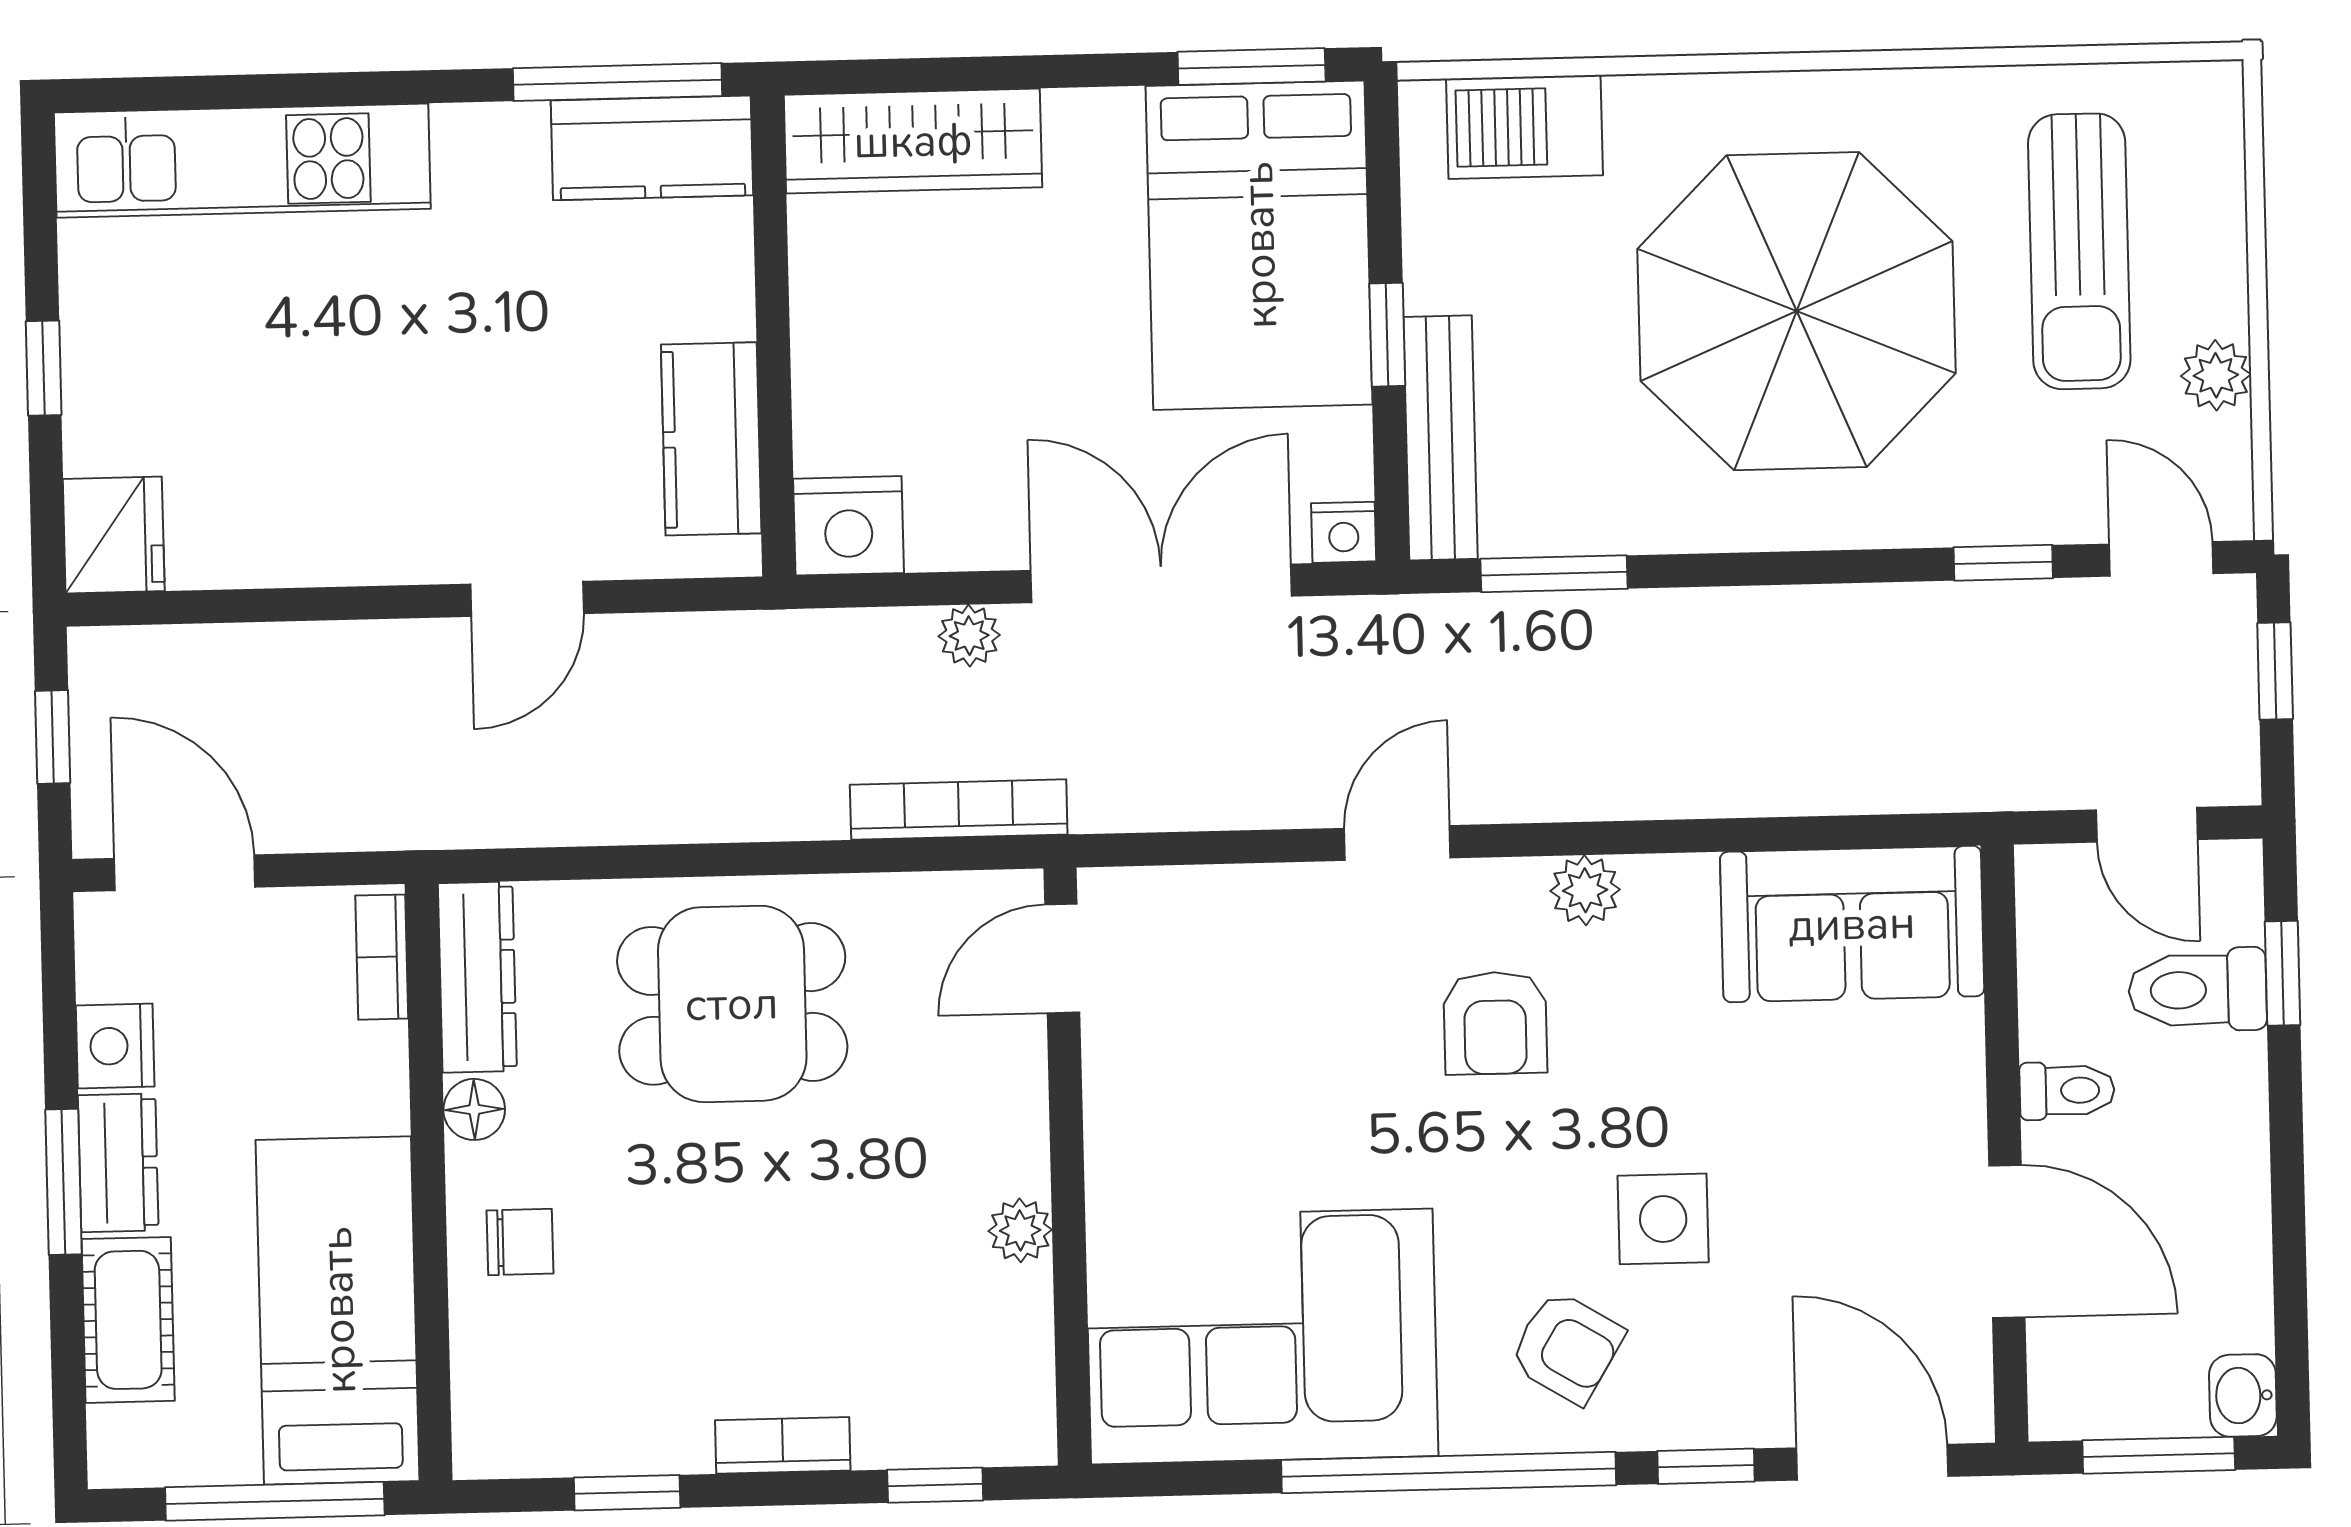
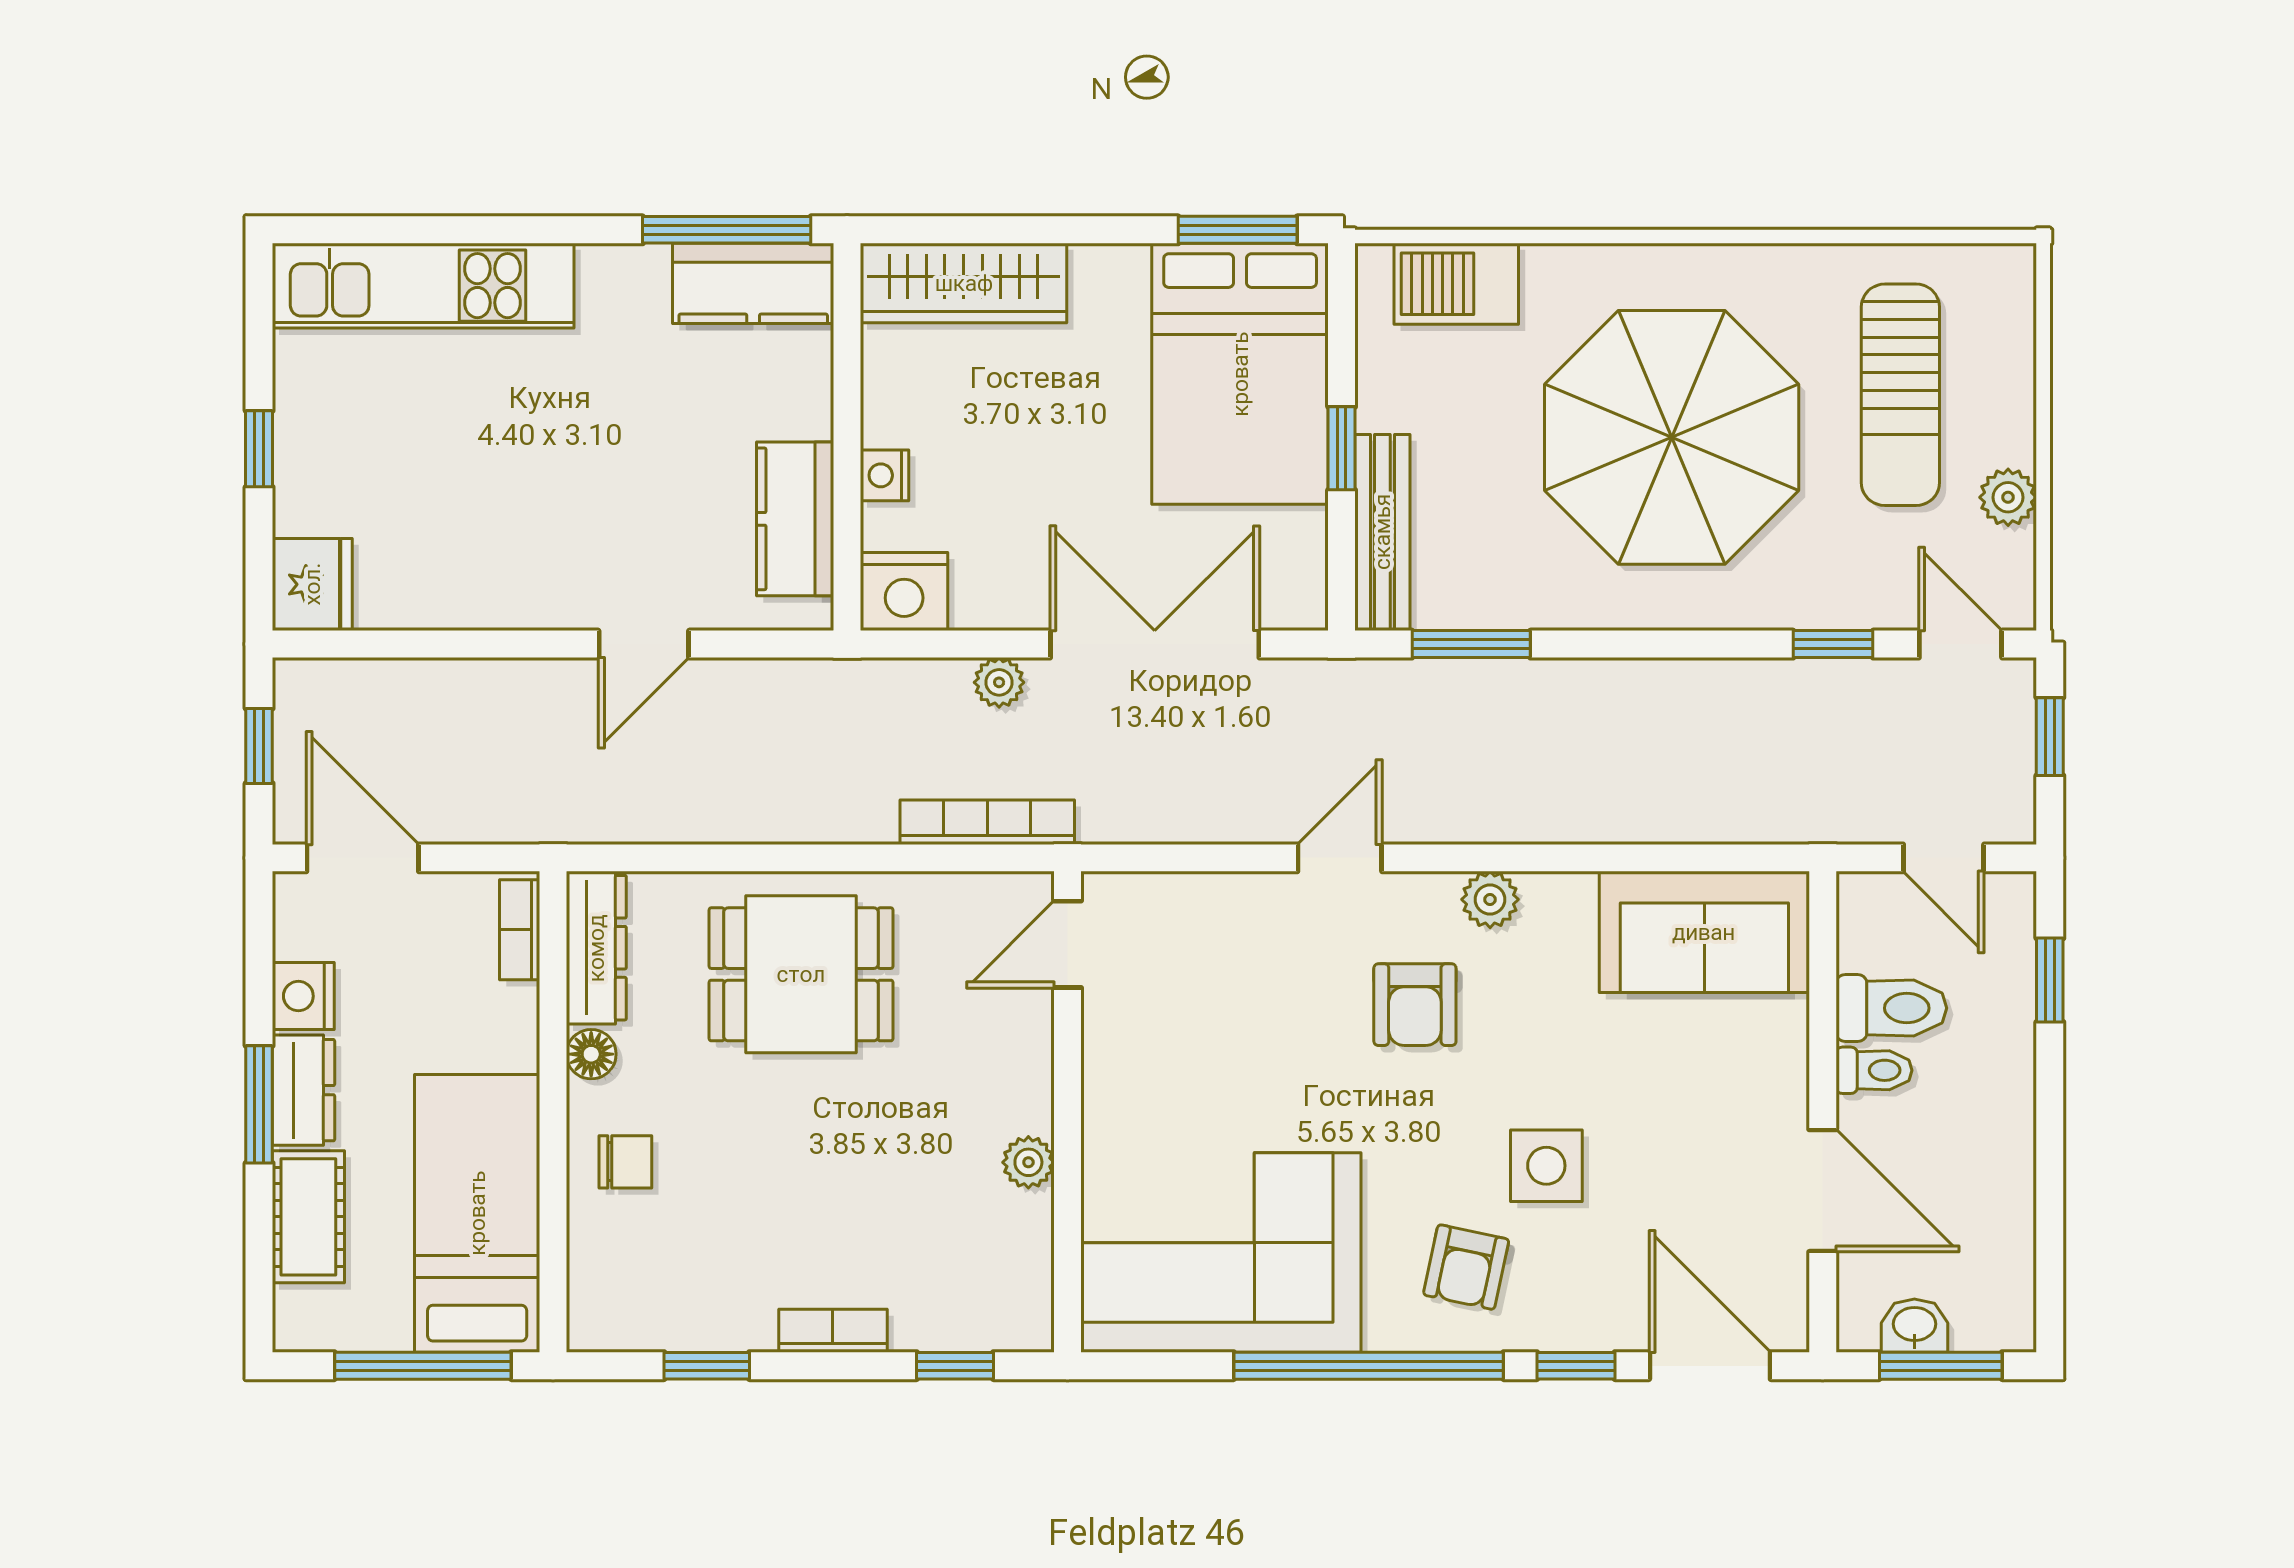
nightstand: (1344, 532) -> (885, 475), moved, turned 90
toilet: (2198, 990) -> (1891, 1008), moved, turned 180
armchair: (1567, 1347) -> (1466, 1267), turned 71
washbasin: (2243, 1395) -> (1914, 1326), moved, turned 90

